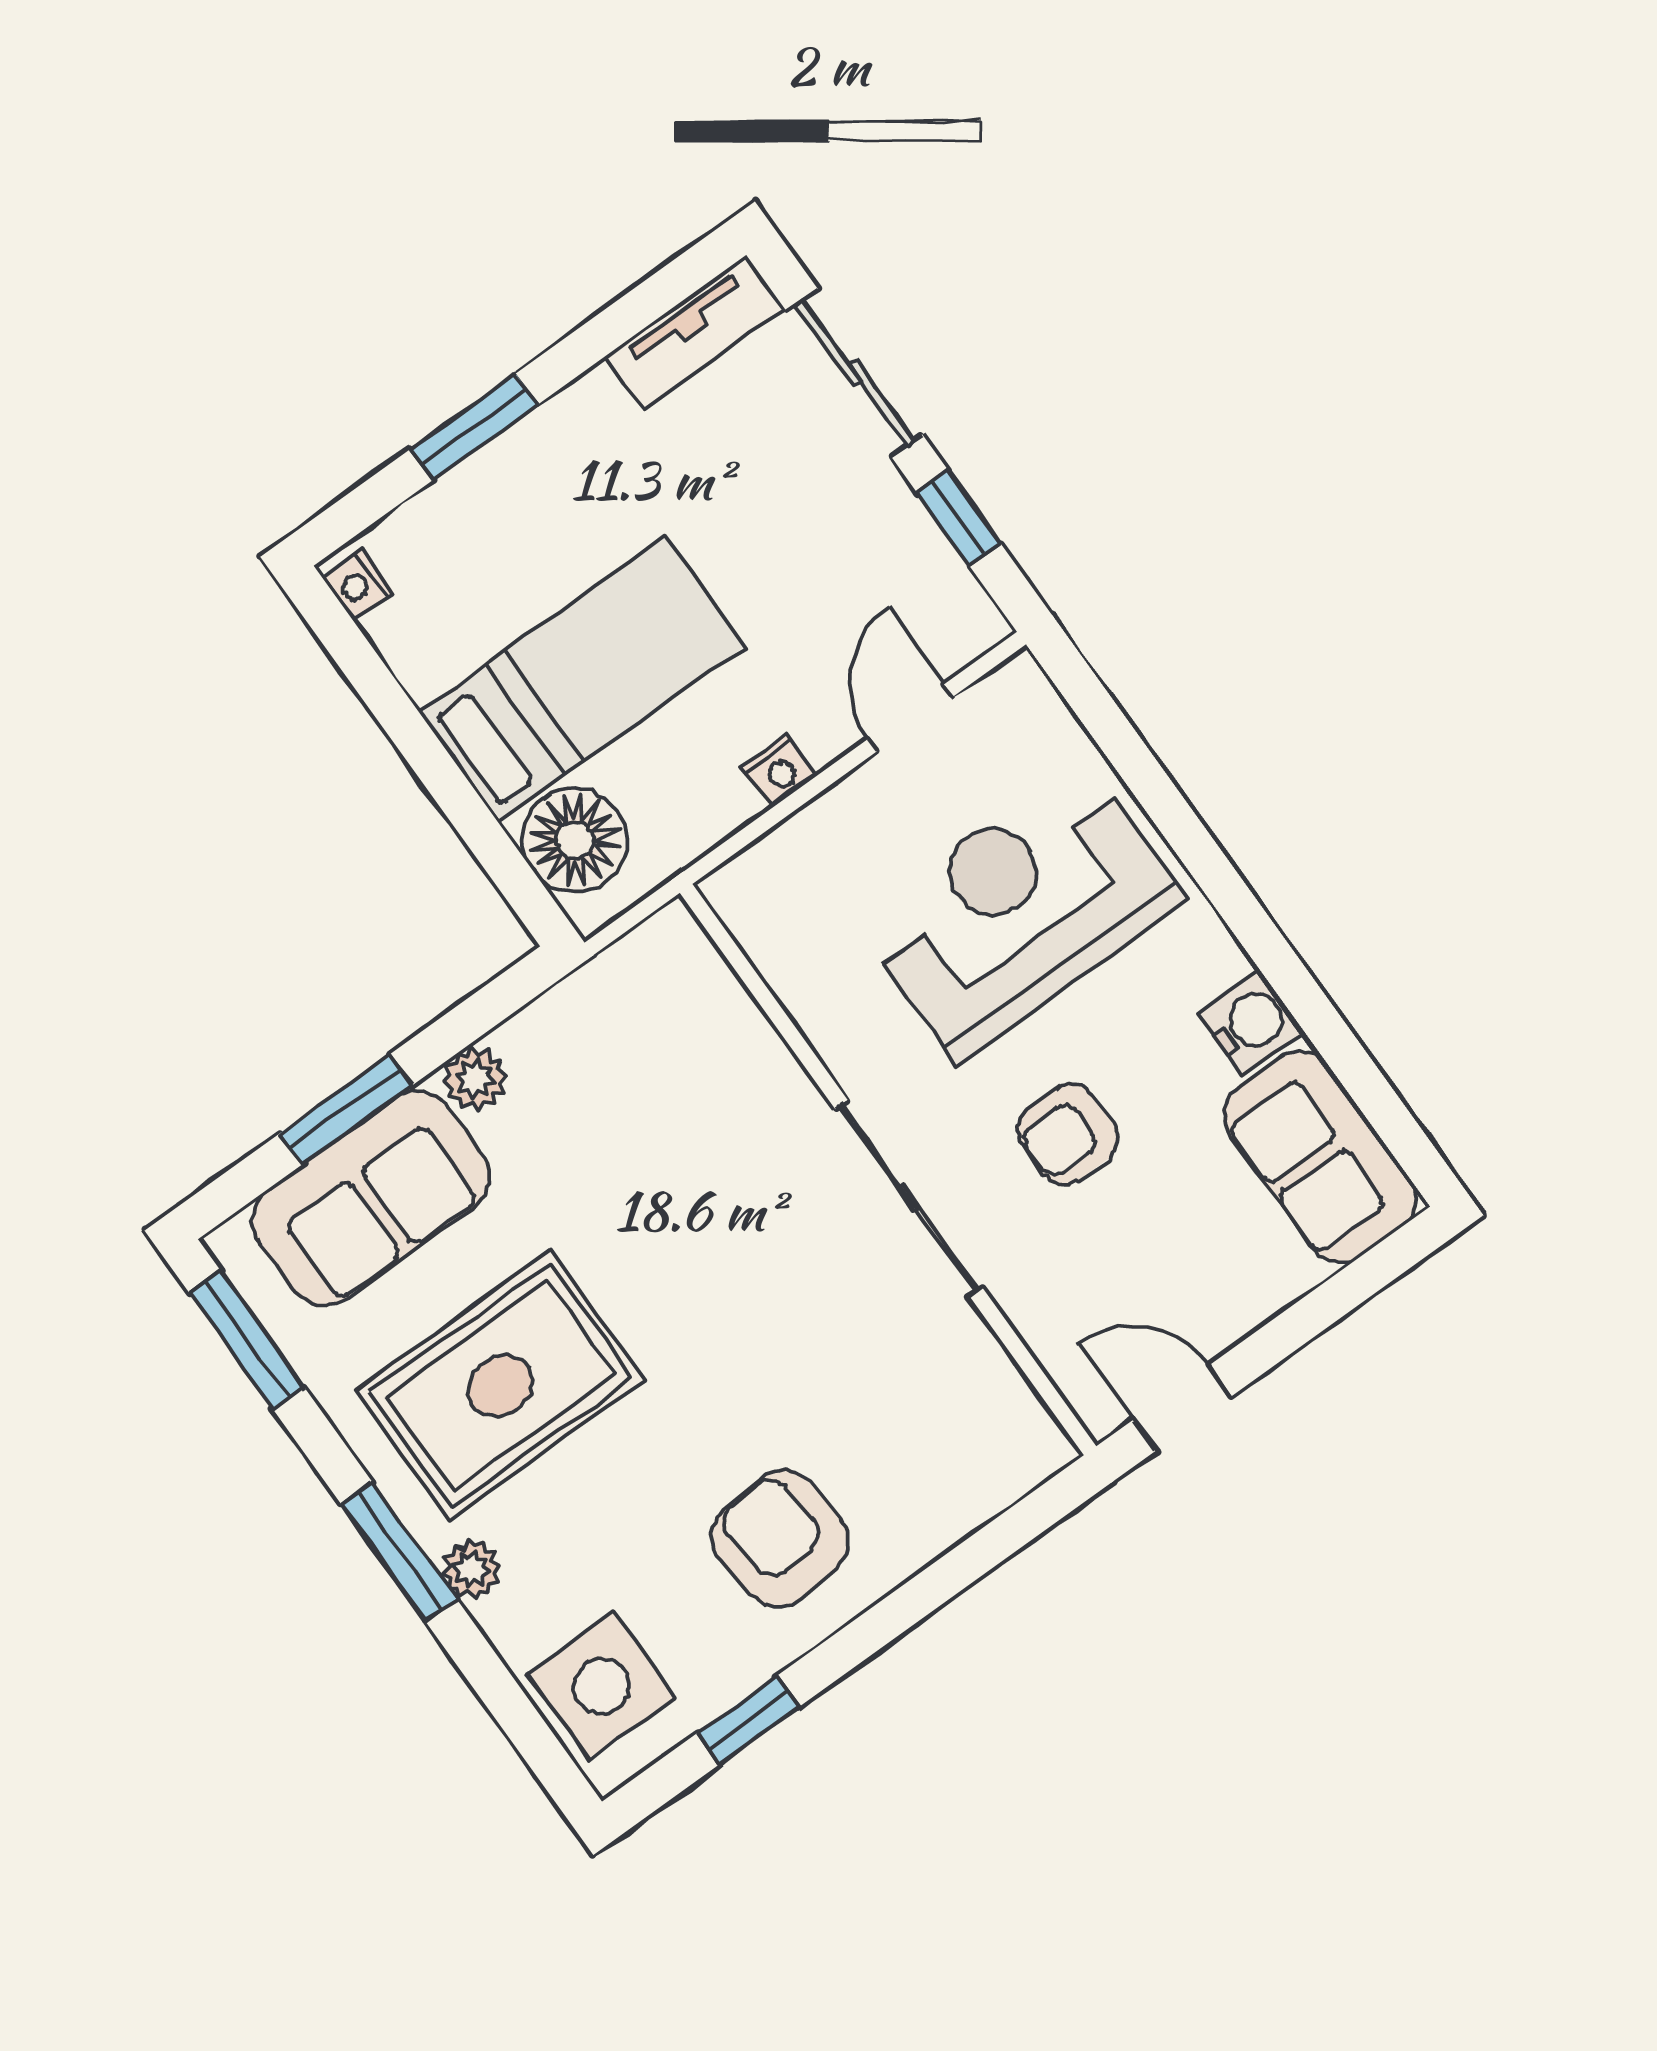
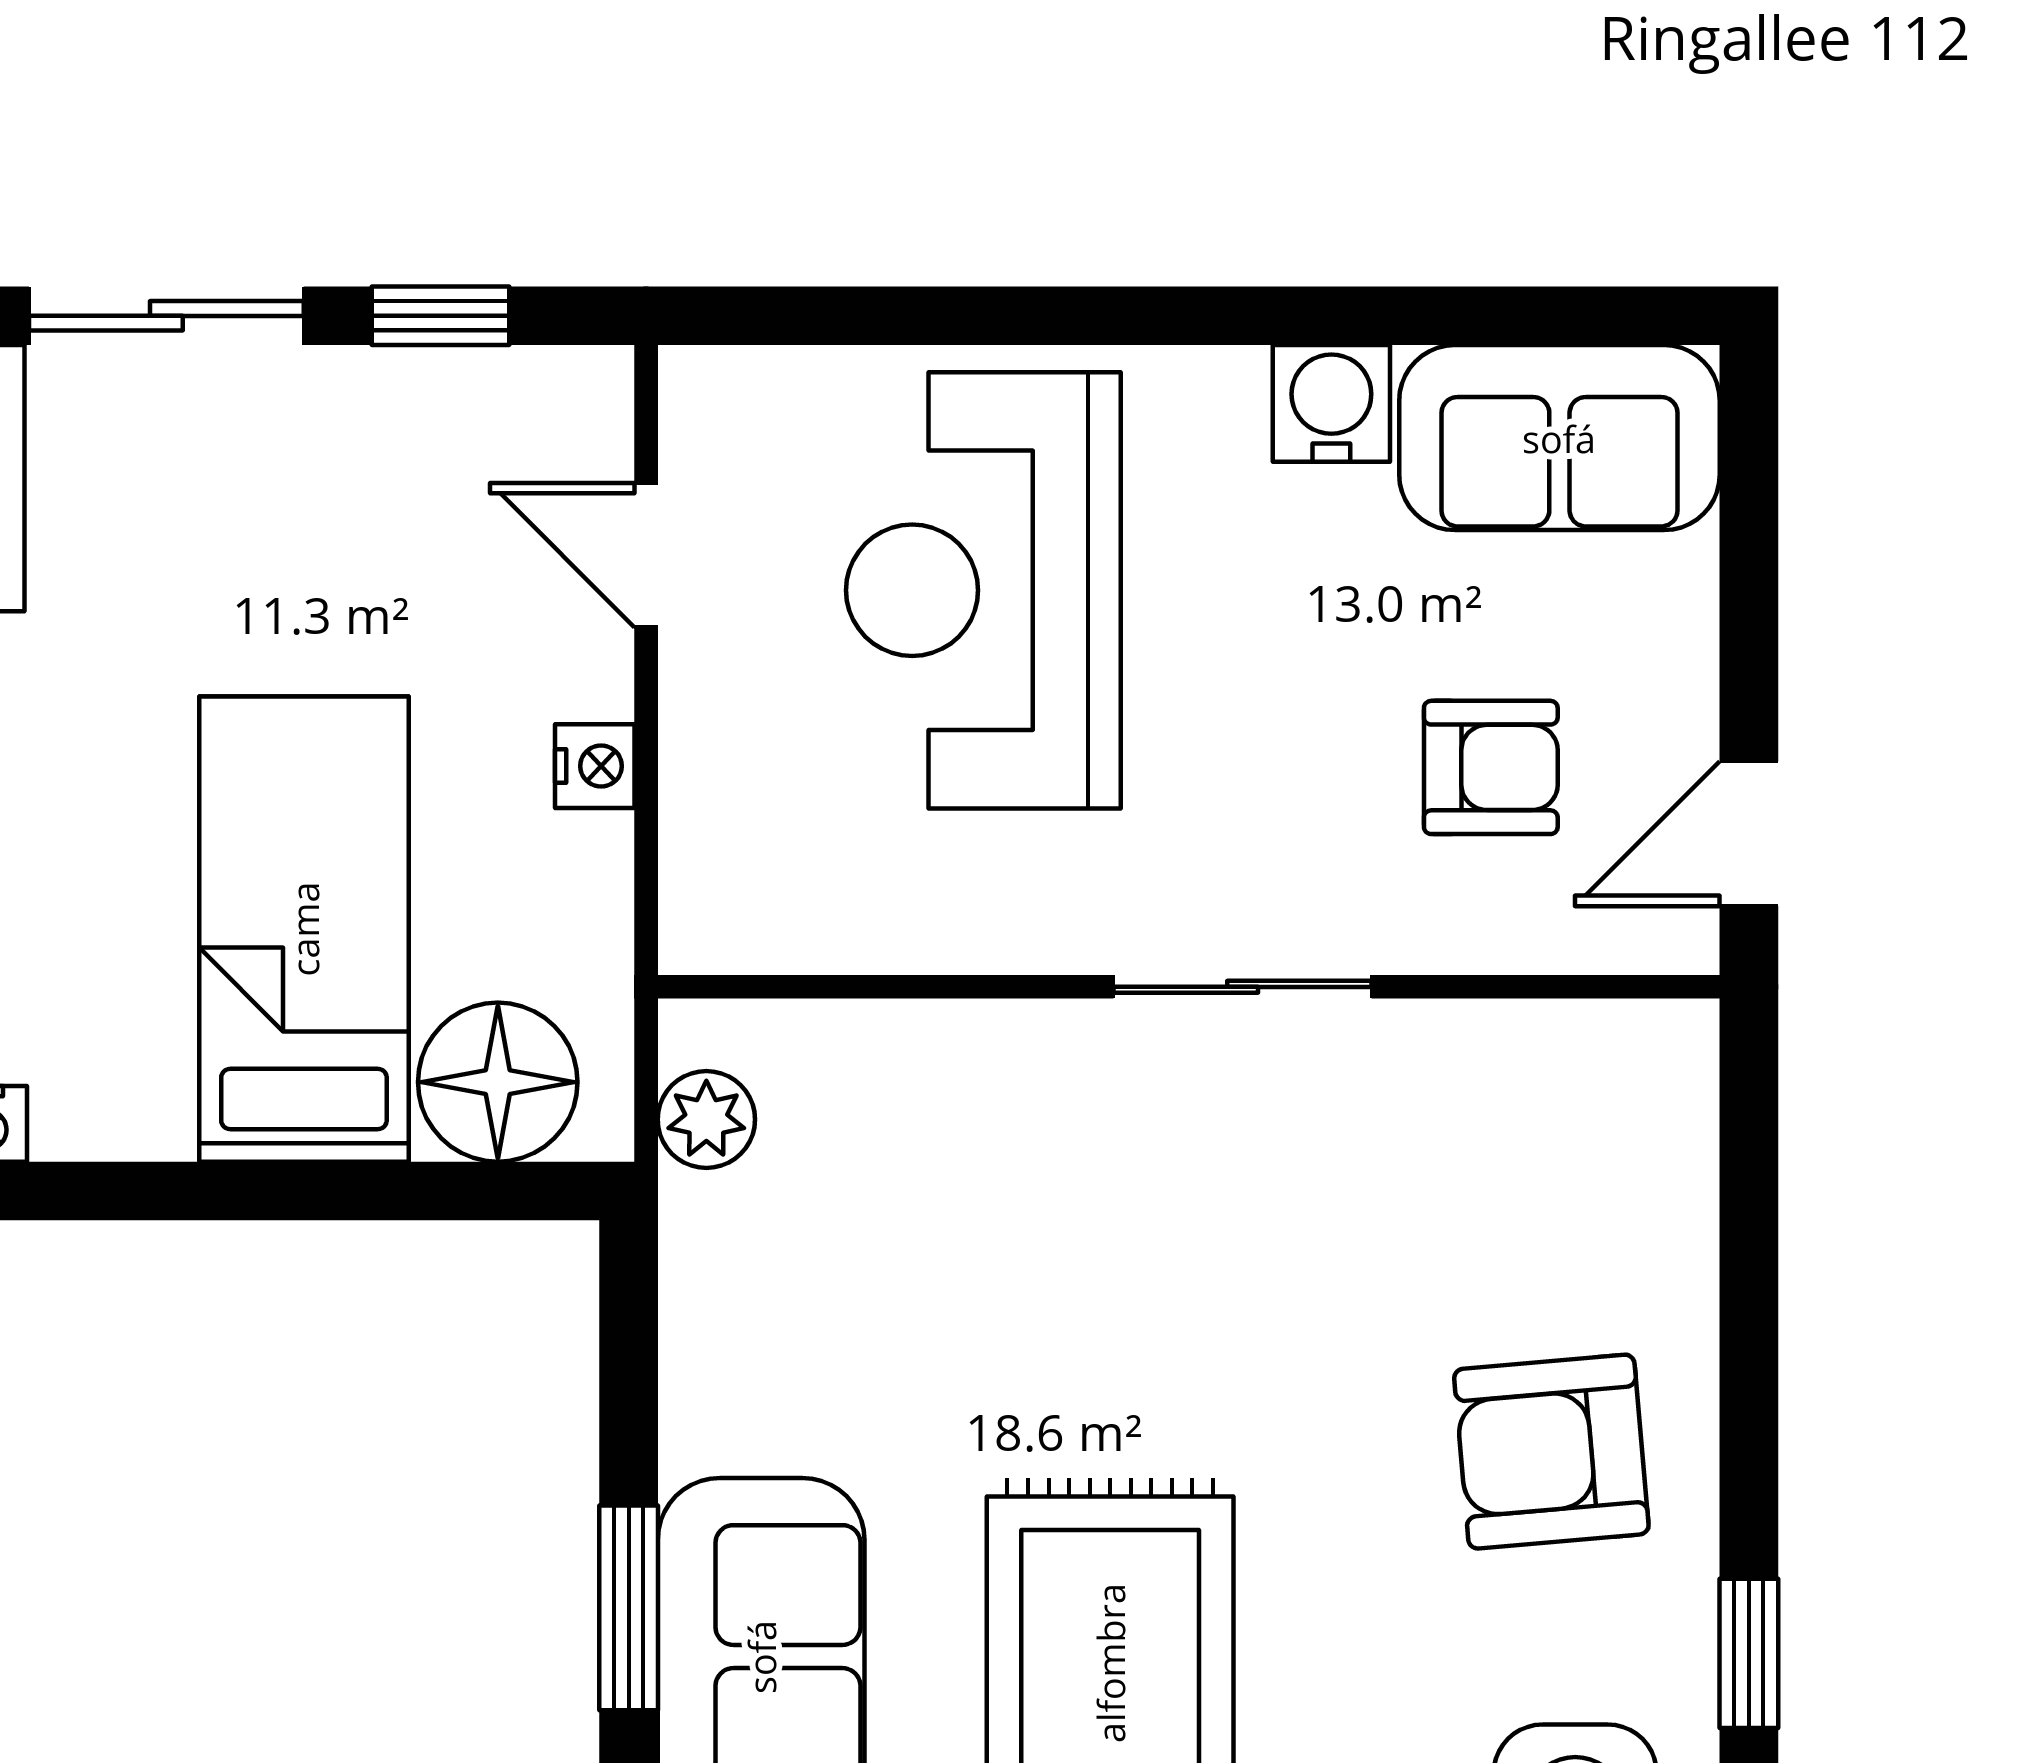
plant: (475, 1079) -> (706, 1119), moved
armchair: (1068, 1134) -> (1491, 767), moved, turned -90
sliding door: (909, 1198) -> (1243, 987), width x0.73

